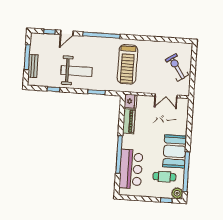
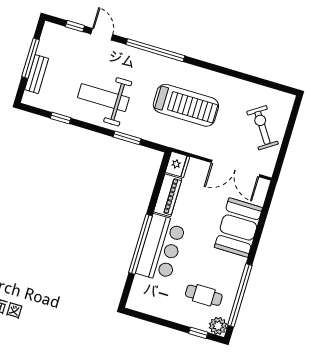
door: (67, 33) -> (102, 34), swing flipped
treadmill: (127, 64) -> (186, 105), turned -90
weight bench: (77, 71) -> (103, 98), turned 180
double door: (166, 96) -> (235, 168), width x1.37
booth: (175, 151) -> (238, 228), moved
bar counter: (131, 169) -> (161, 248), moved

